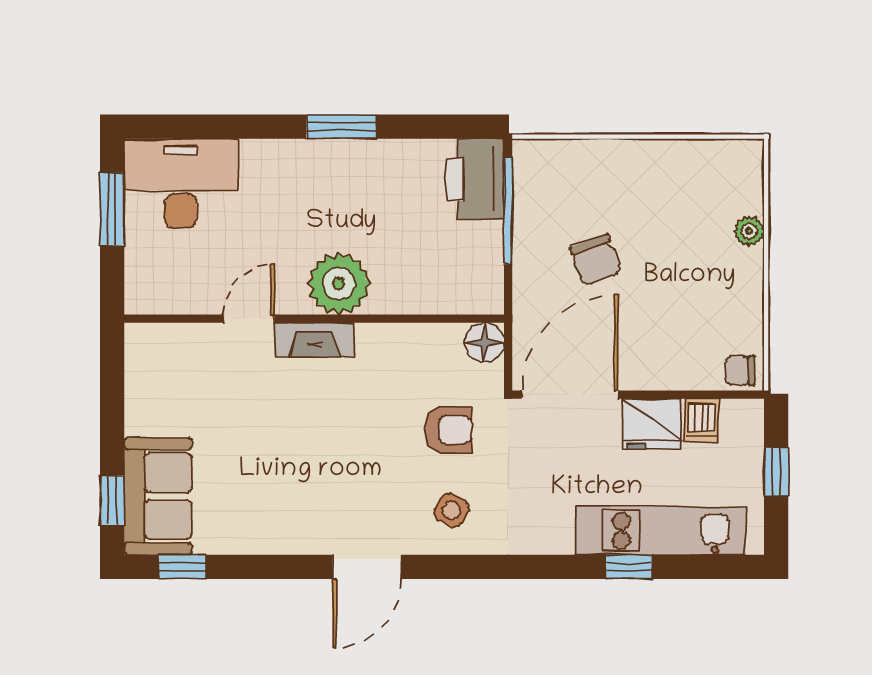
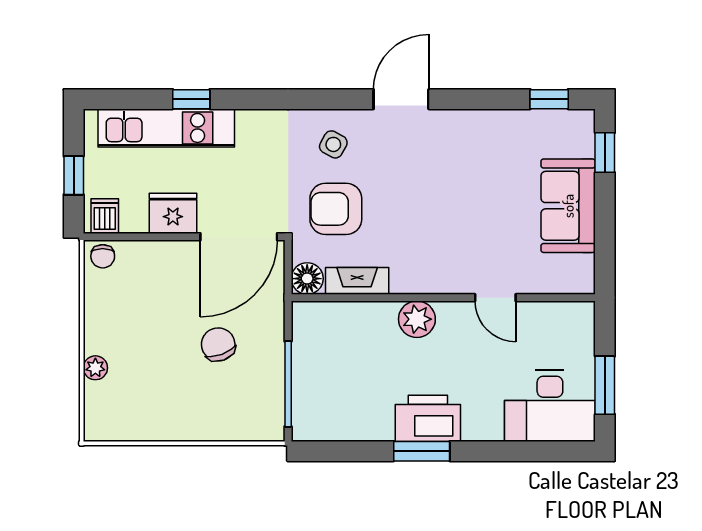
printer: (475, 179) -> (428, 418), moved, turned -90
plant: (339, 283) -> (417, 319), width x0.73, depth x0.73
door: (249, 319) -> (495, 298), hinge flipped
fireplace: (314, 340) -> (357, 281), moved
chair: (740, 370) -> (103, 256), turned 90
dishwasher: (702, 421) -> (105, 216), moved
armchair: (448, 430) -> (336, 209), width x1.38, depth x1.38
sofa: (158, 496) -> (568, 206), moved

